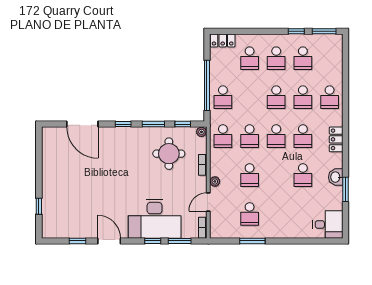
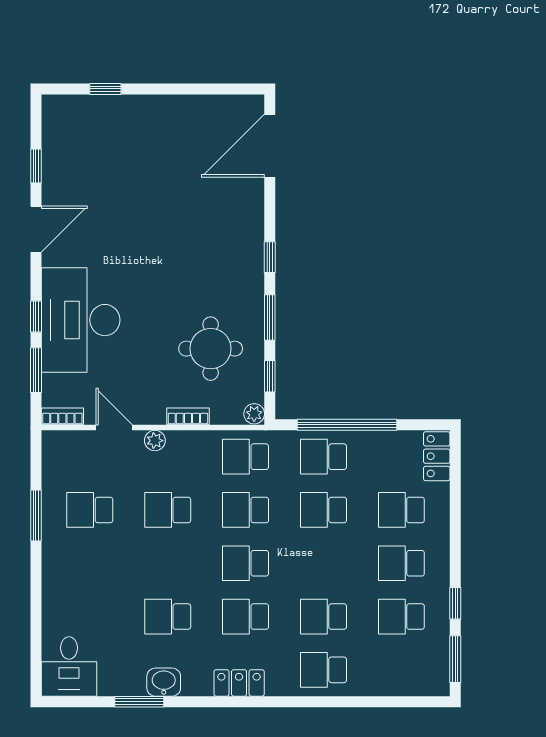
school desk: (276, 97) -> (323, 510), moved
door: (82, 124) -> (270, 146), moved

